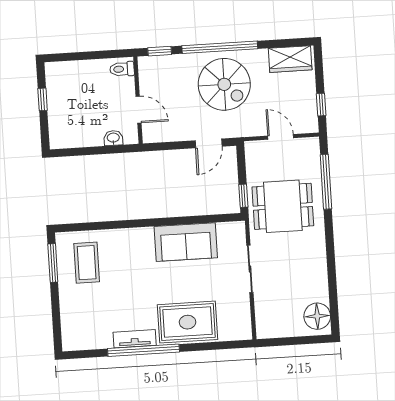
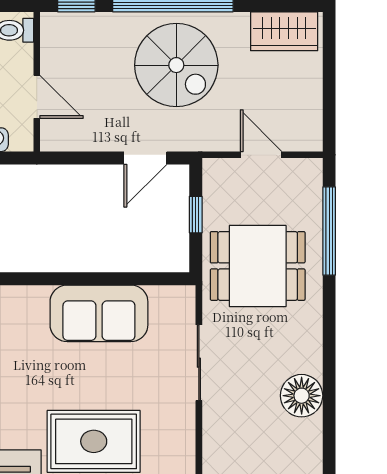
window: (321, 105) -> (329, 107), removed
window: (243, 196) -> (196, 215), moved
floor lamp: (317, 316) -> (302, 396), moved

